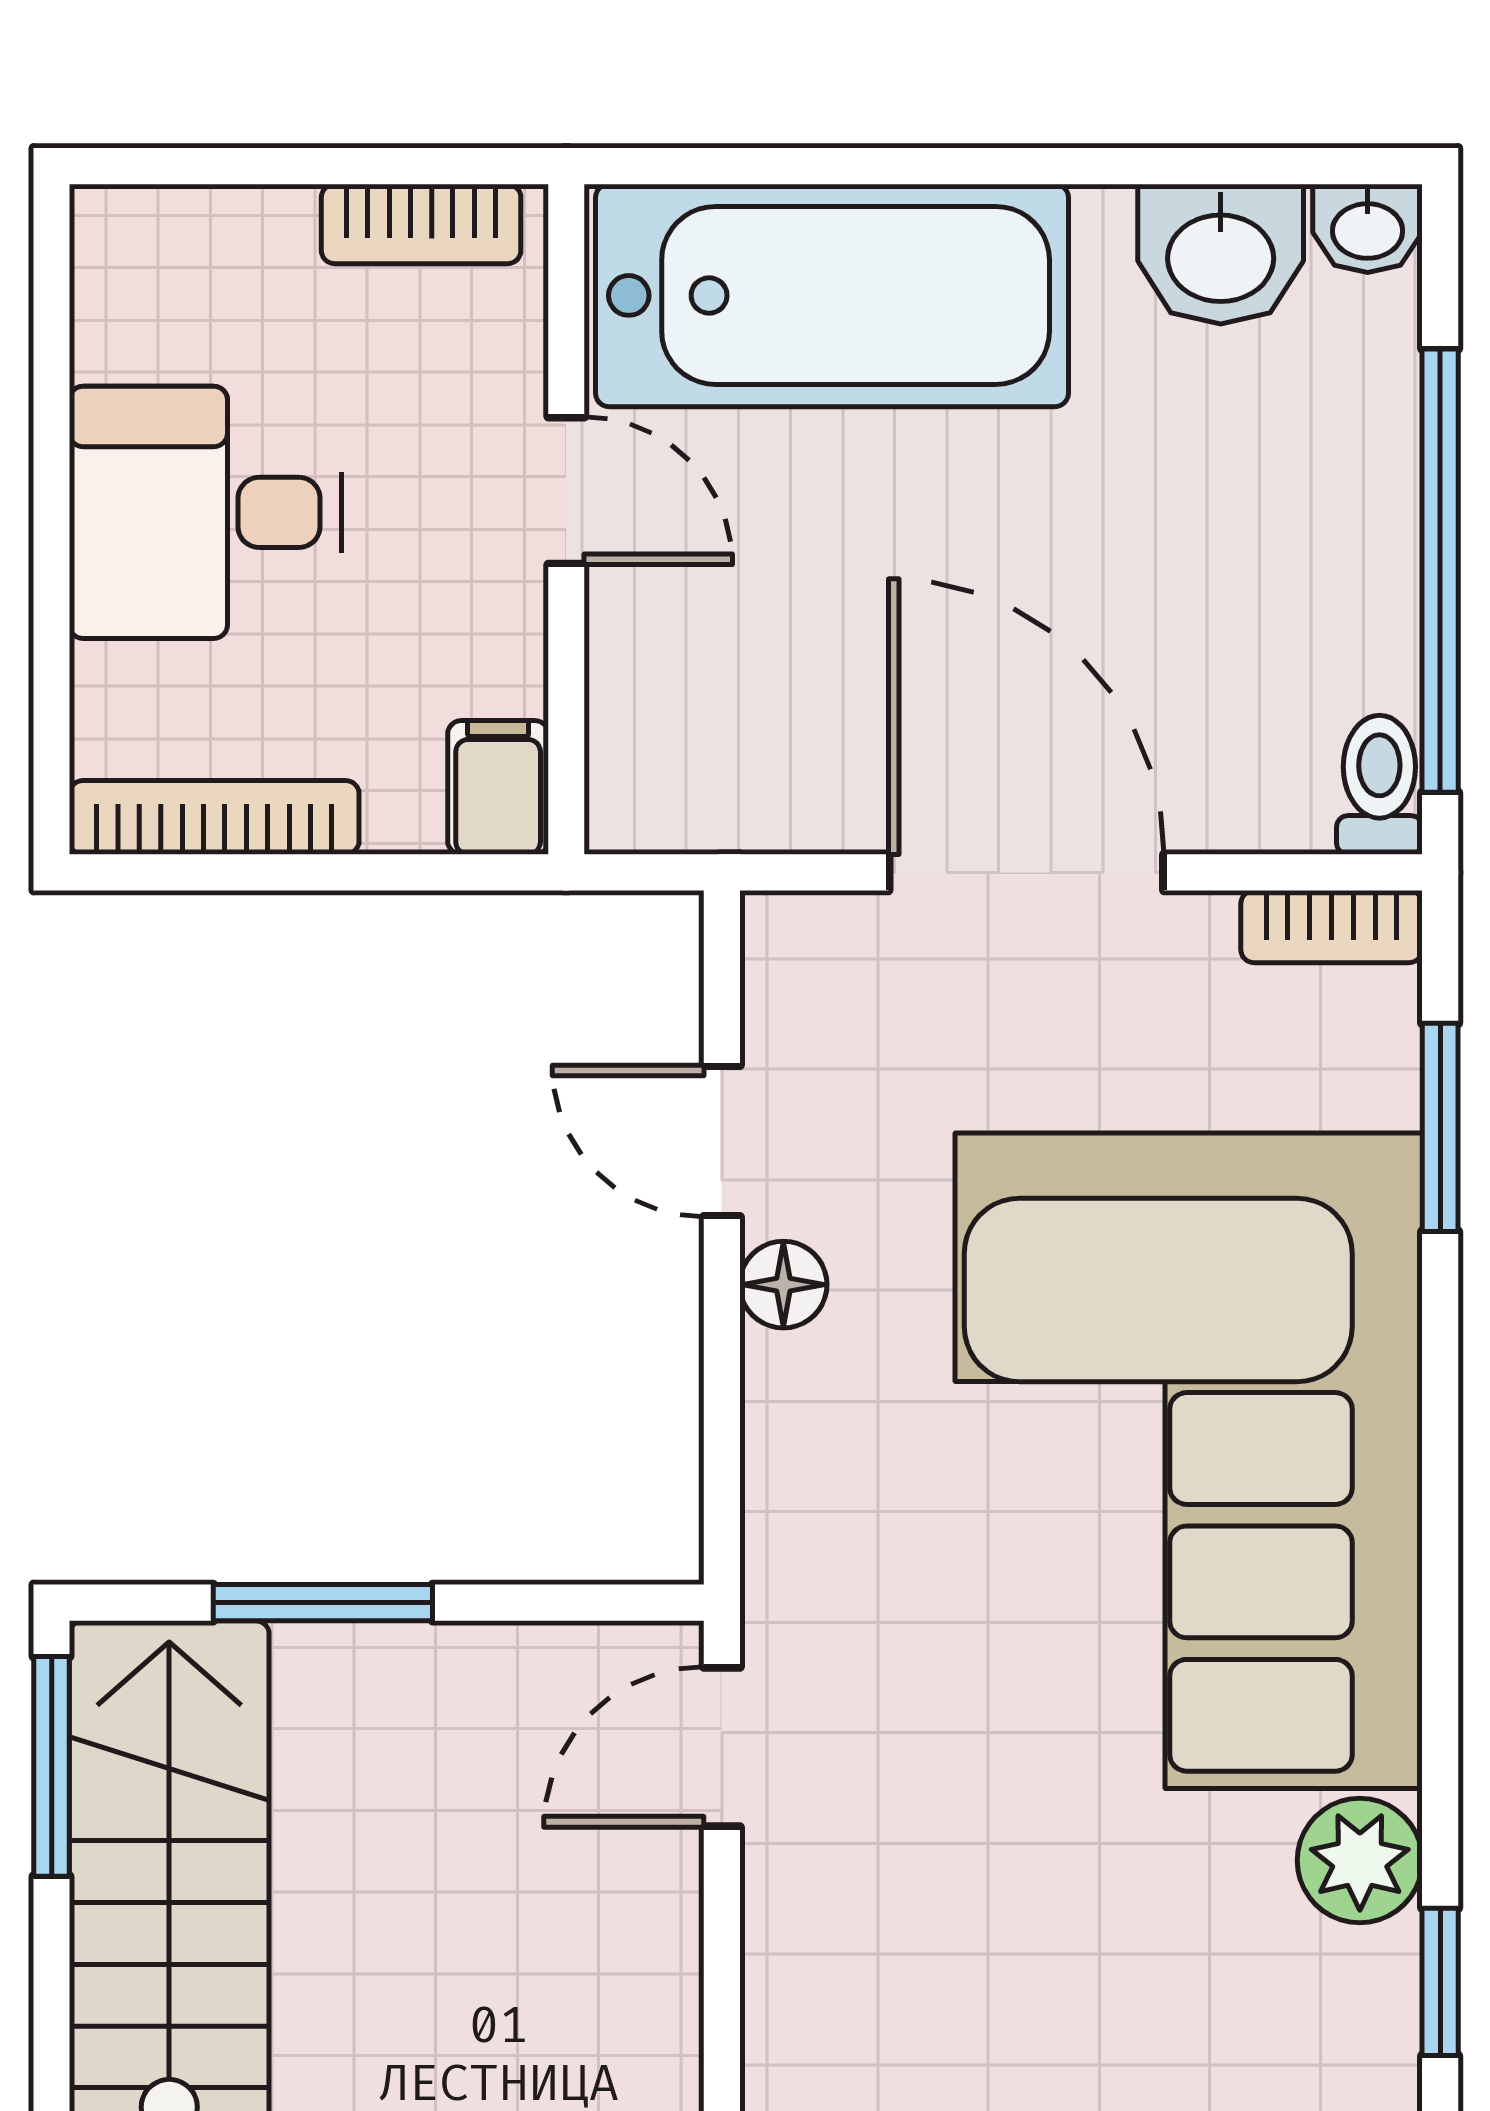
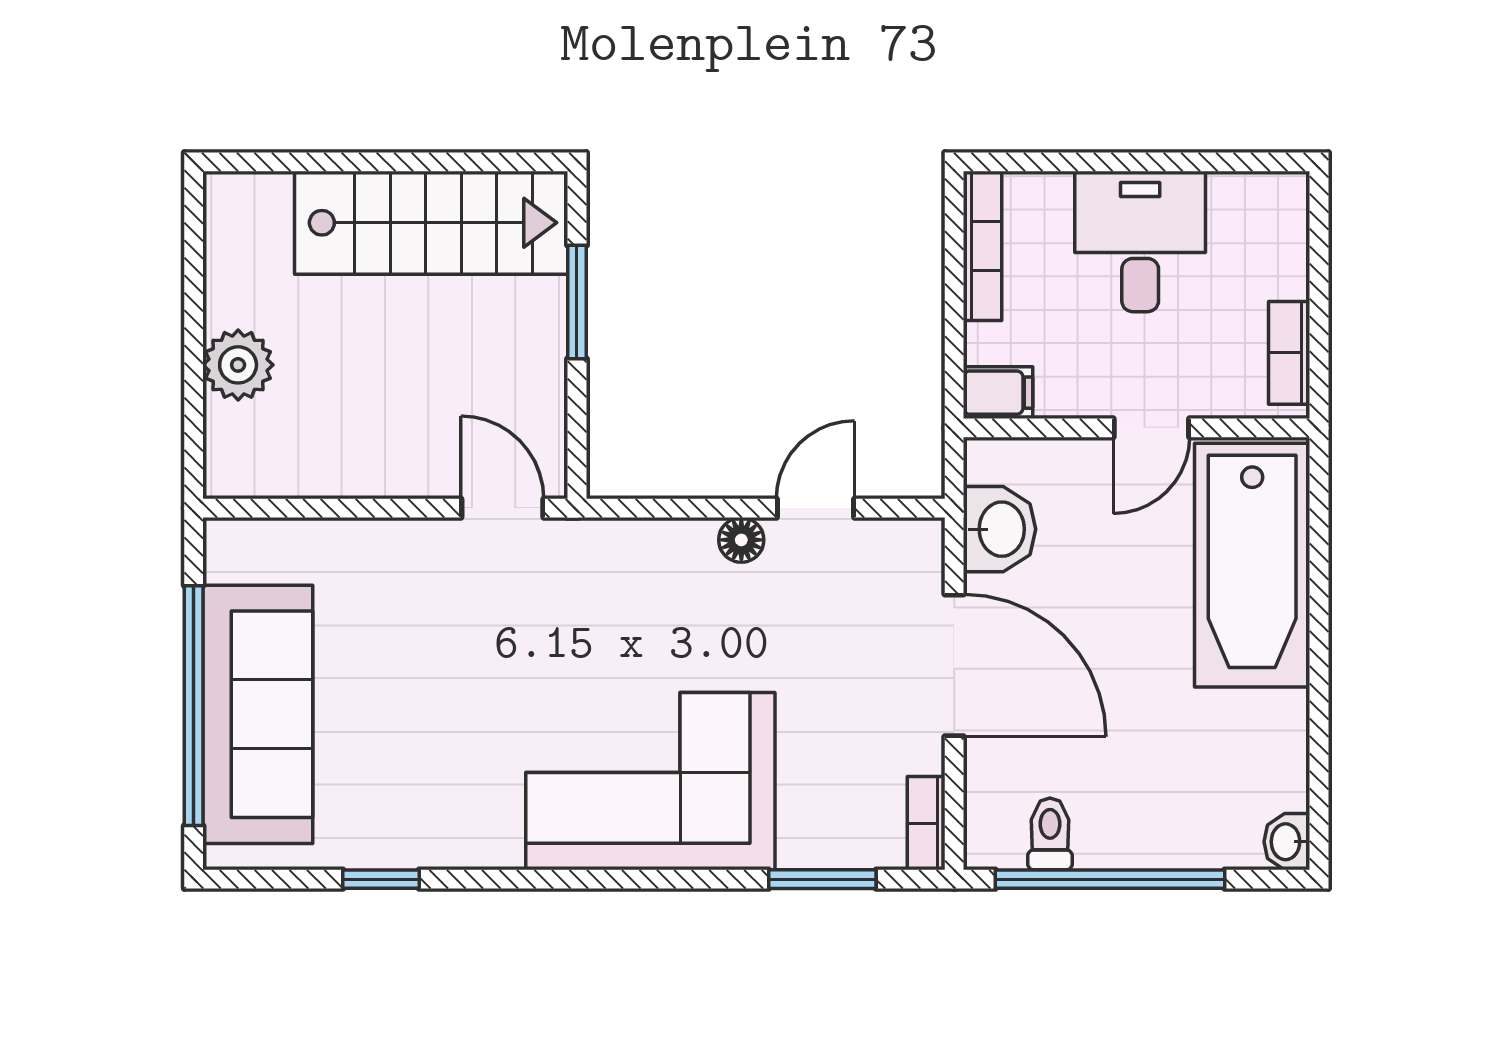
washbasin: (1221, 254) -> (1000, 529), moved, turned 180
toilet: (1379, 785) -> (1050, 834), moved, turned -90
door: (1026, 872) -> (954, 665), hinge flipped
corner sofa: (1189, 1461) -> (650, 781), width x0.73, depth x0.74
window: (52, 1766) -> (492, 162), removed
plant: (1360, 1861) -> (444, 838), removed

